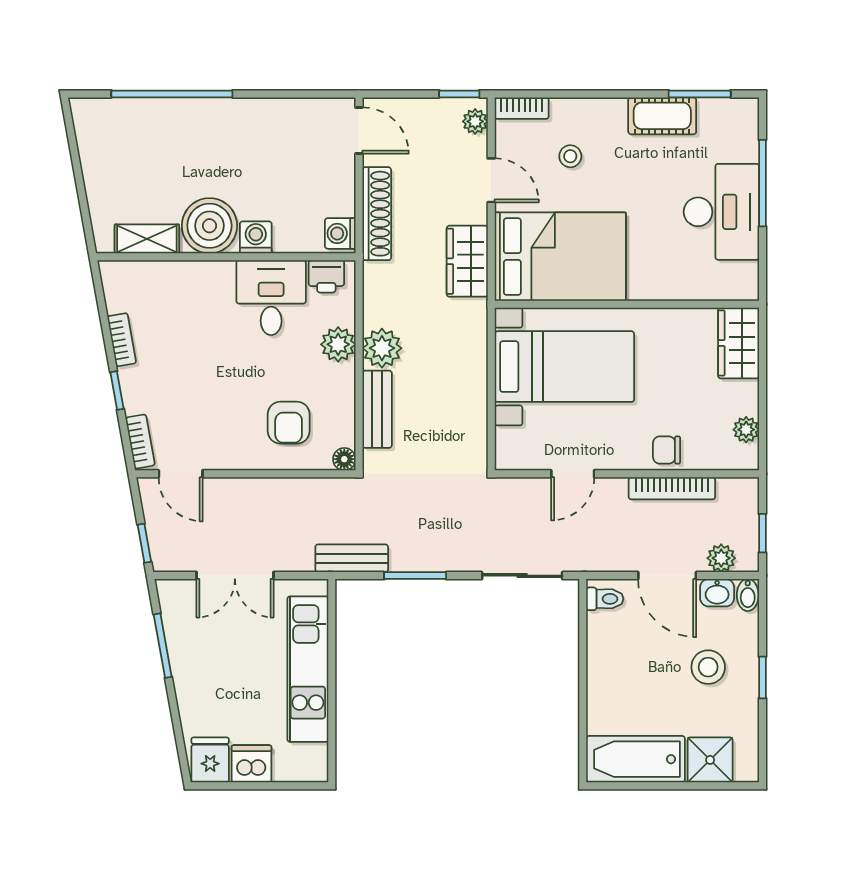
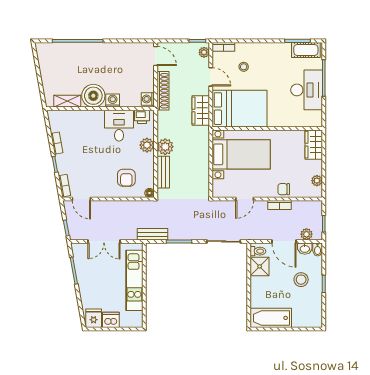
cot: (662, 116) -> (306, 50), moved
bookcase: (672, 488) -> (279, 205), width x0.64
shower: (710, 760) -> (260, 266), moved

